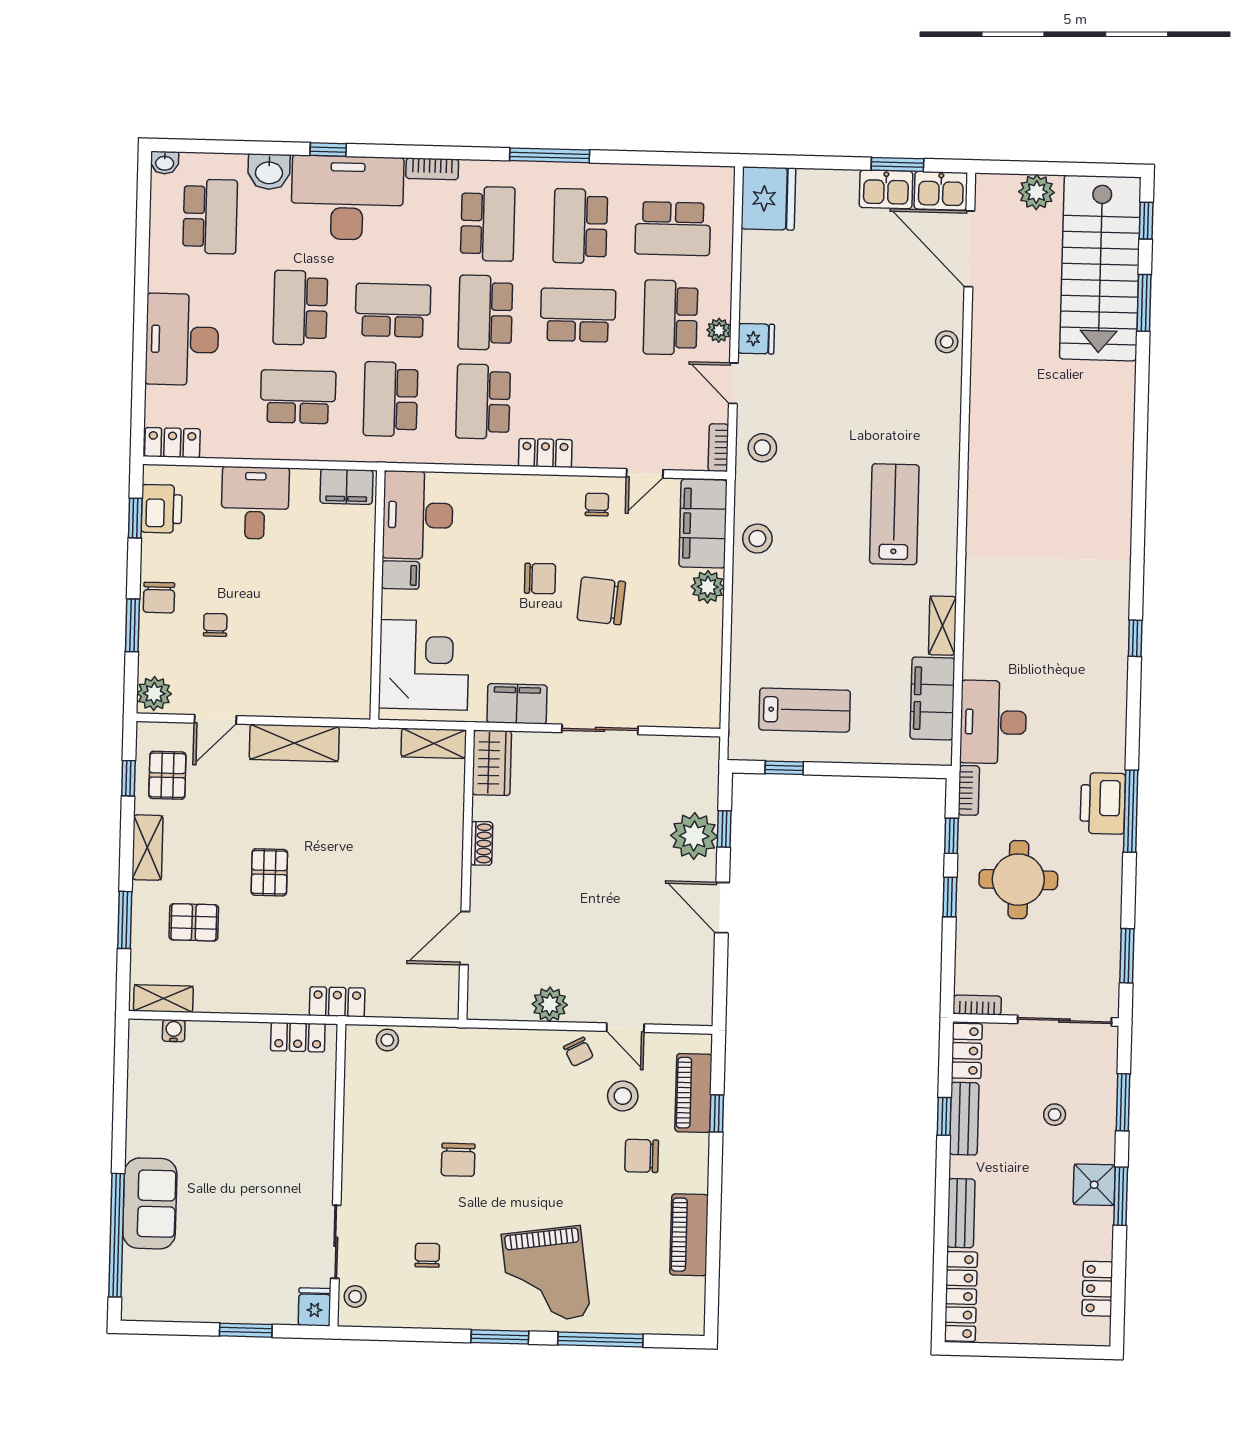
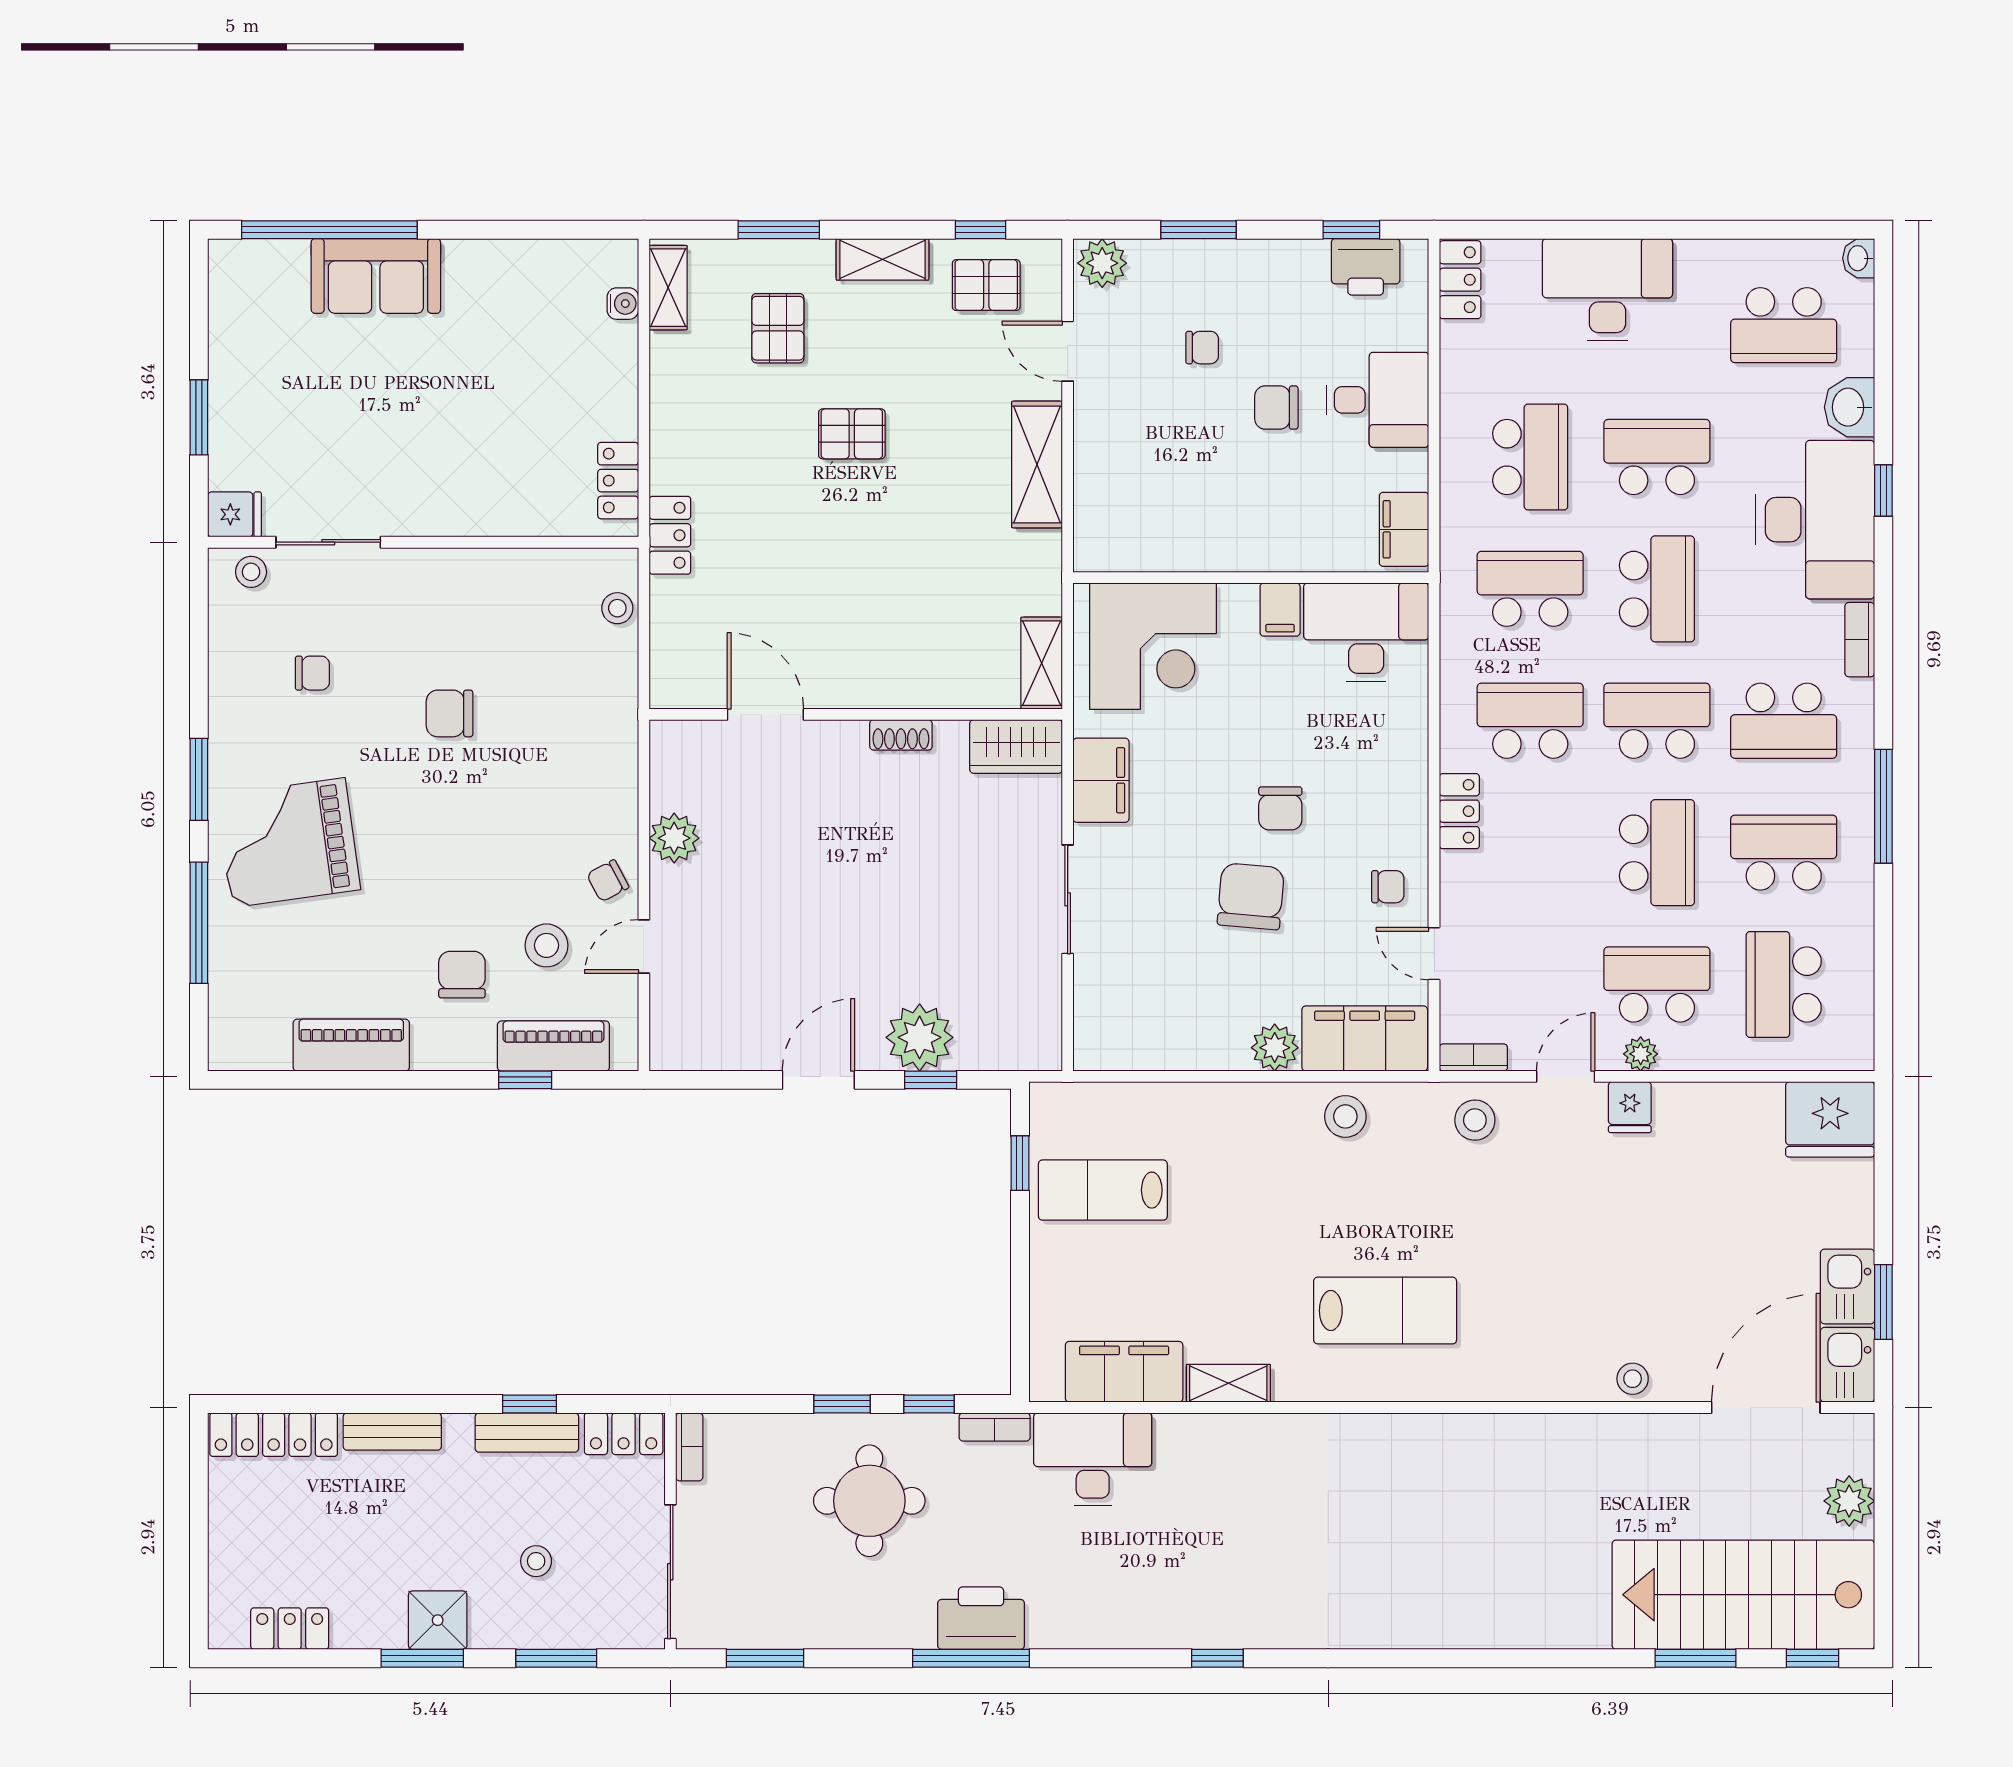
chair: (159, 598) -> (1276, 408), moved
lab bench: (805, 710) -> (1103, 1190), turned 90

